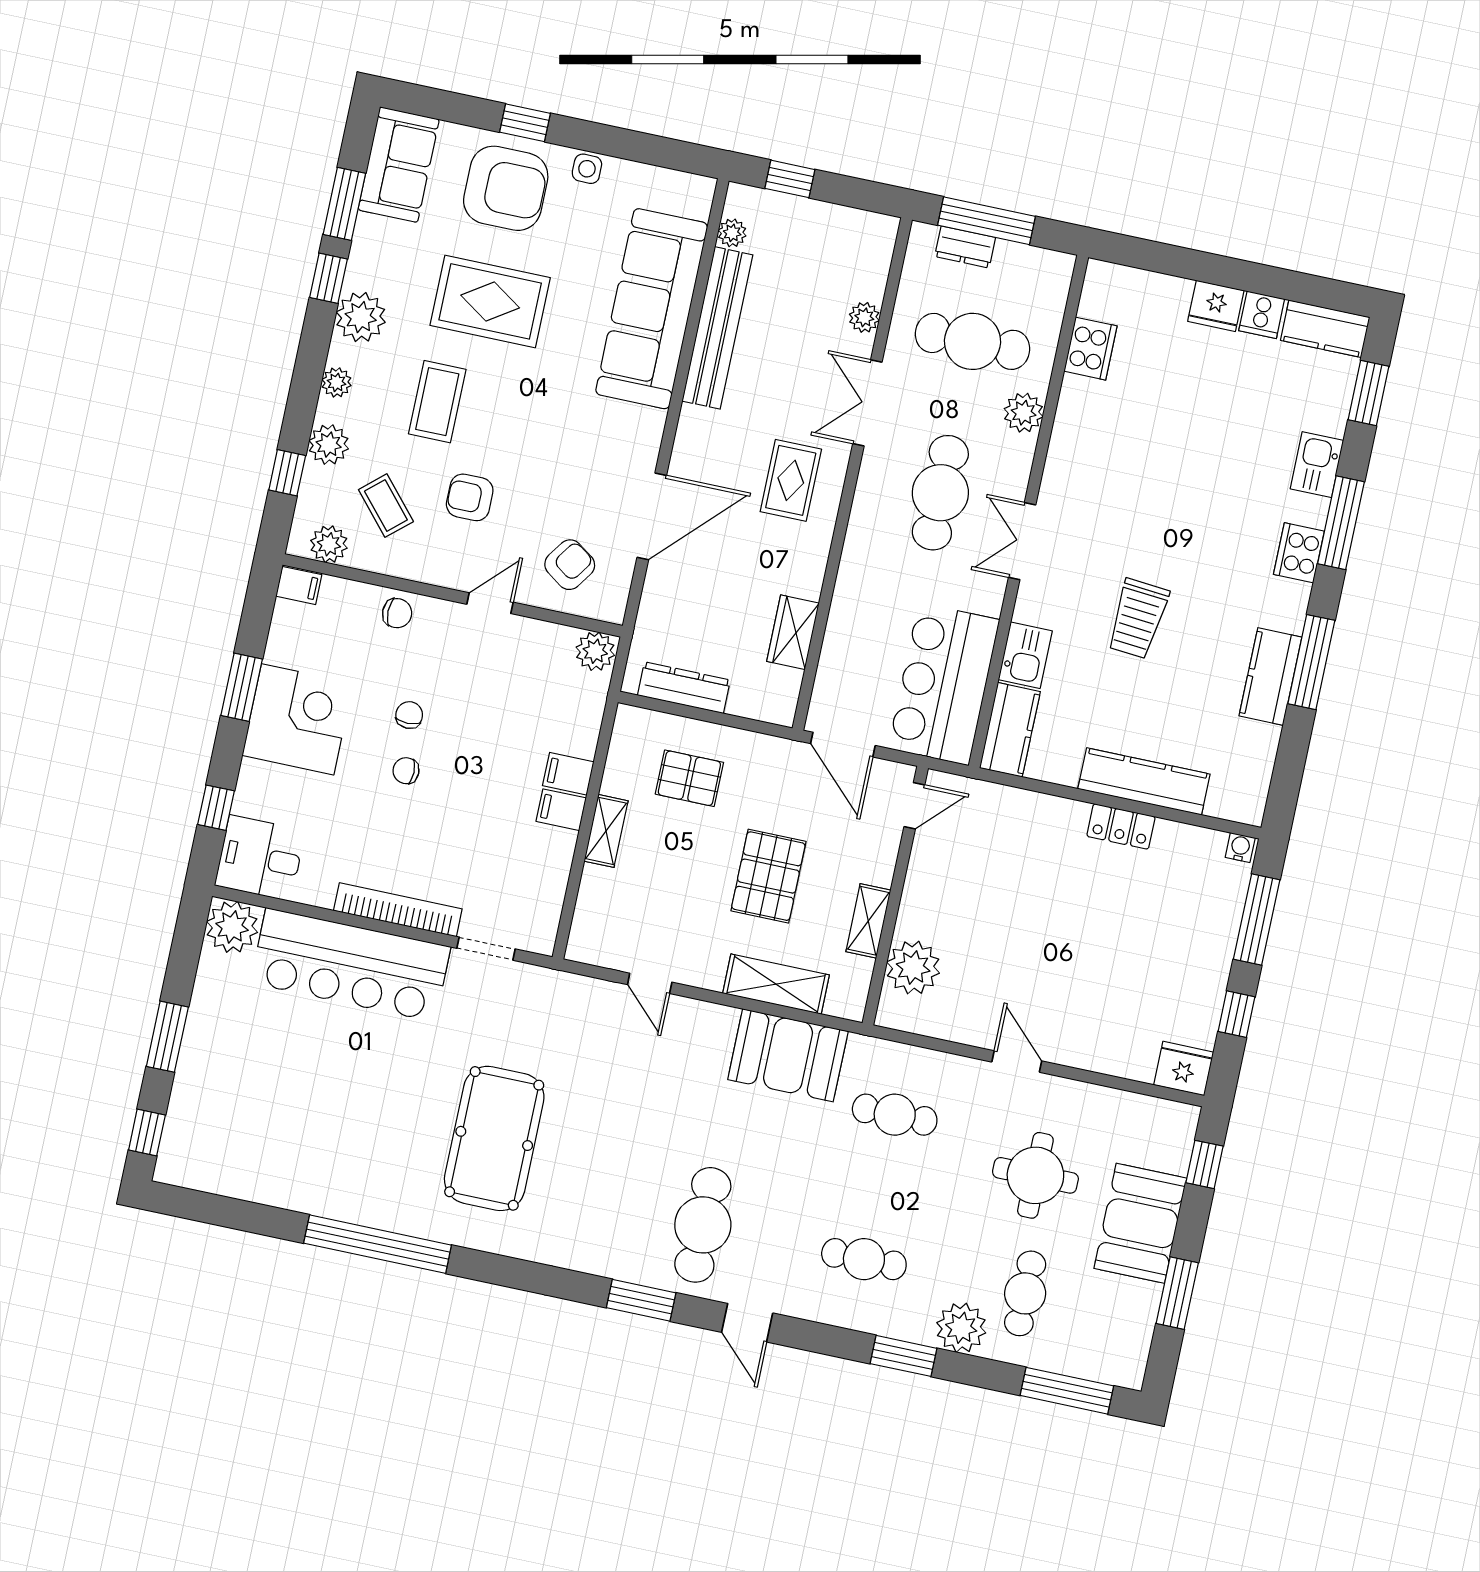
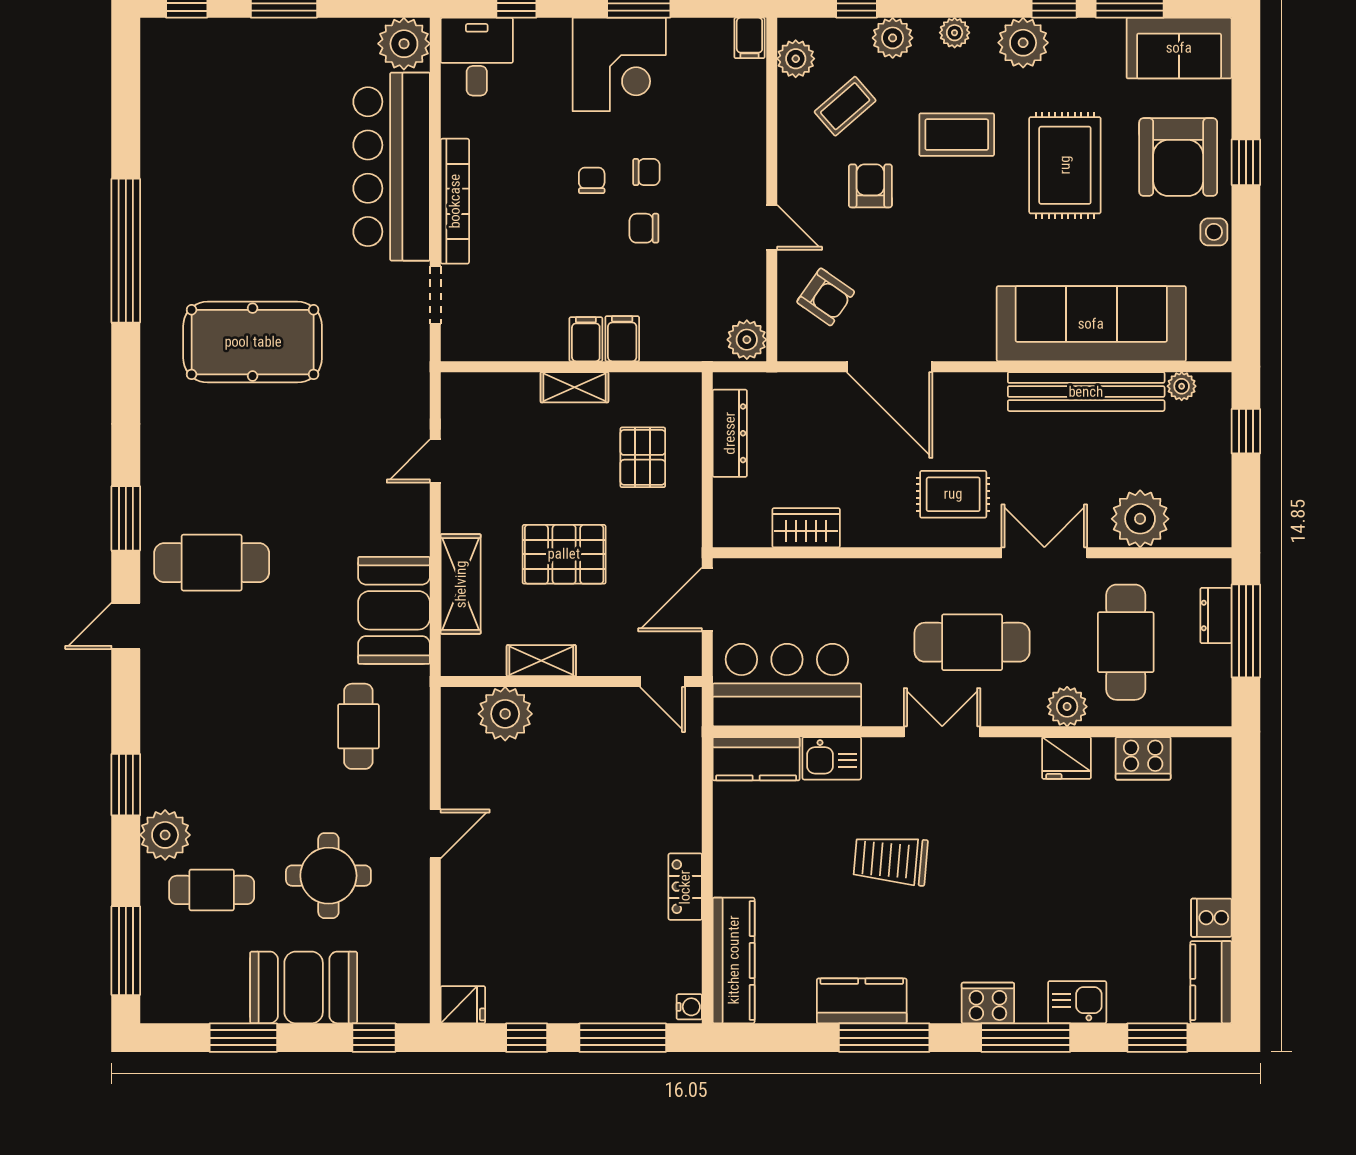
fridge: (1216, 306) -> (1067, 758), moved, turned -90
plant: (864, 317) -> (1140, 519), width x1.87, depth x1.87
chair: (397, 613) -> (644, 228), moved, turned 90
kitchen counter: (1144, 781) -> (734, 960), moved
fridge: (1184, 1069) -> (463, 1005), width x0.72
cafe table: (864, 1259) -> (212, 726), removed

